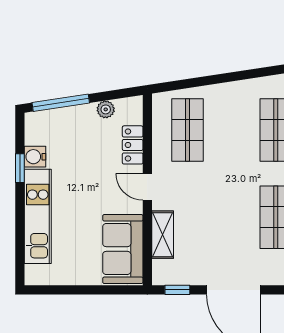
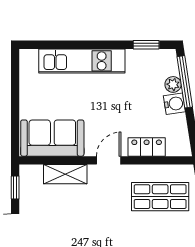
plant: (106, 109) -> (173, 84), moved
water cooler: (35, 157) -> (174, 104), moved, turned 81
window: (20, 168) -> (146, 45), moved

